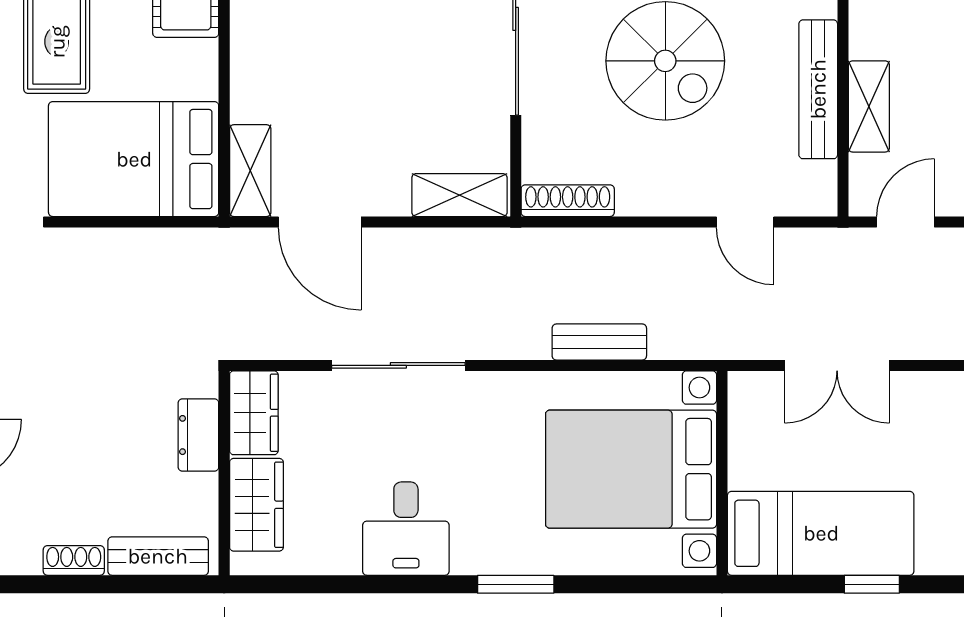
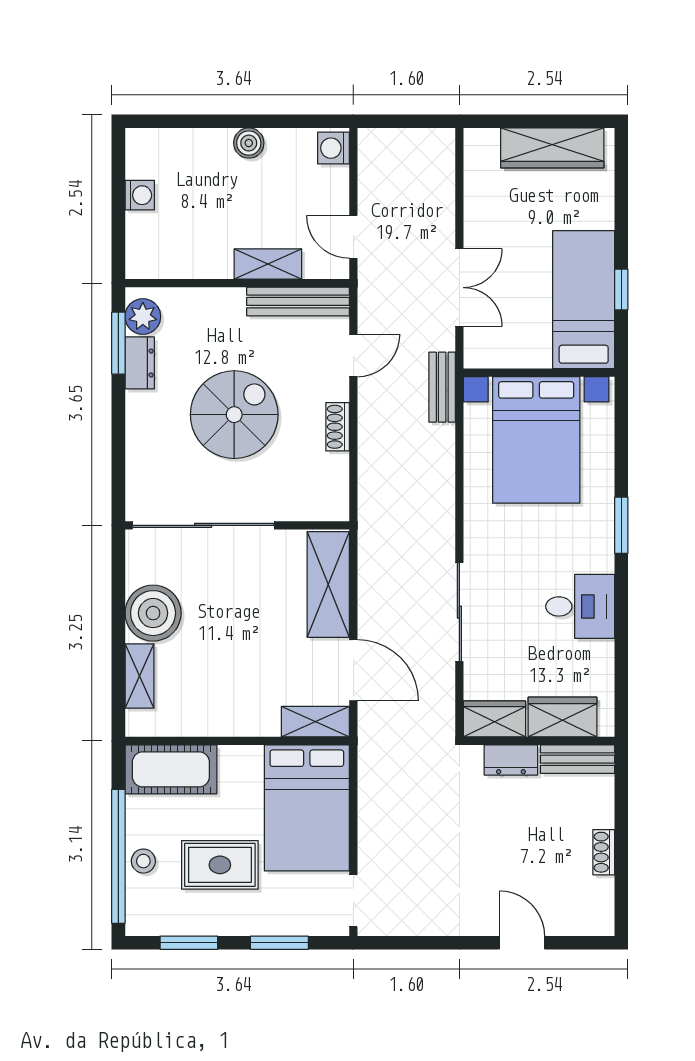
bench: (818, 89) -> (298, 301), moved
shelving: (459, 195) -> (328, 585), width x1.50, depth x1.33
shoe rack: (568, 201) -> (338, 427), moved, width x0.70
door: (320, 222) -> (353, 670), hinge flipped
bench: (599, 342) -> (442, 387), moved
bench: (158, 556) -> (578, 759), moved, turned 90
window: (872, 584) -> (621, 290), moved

